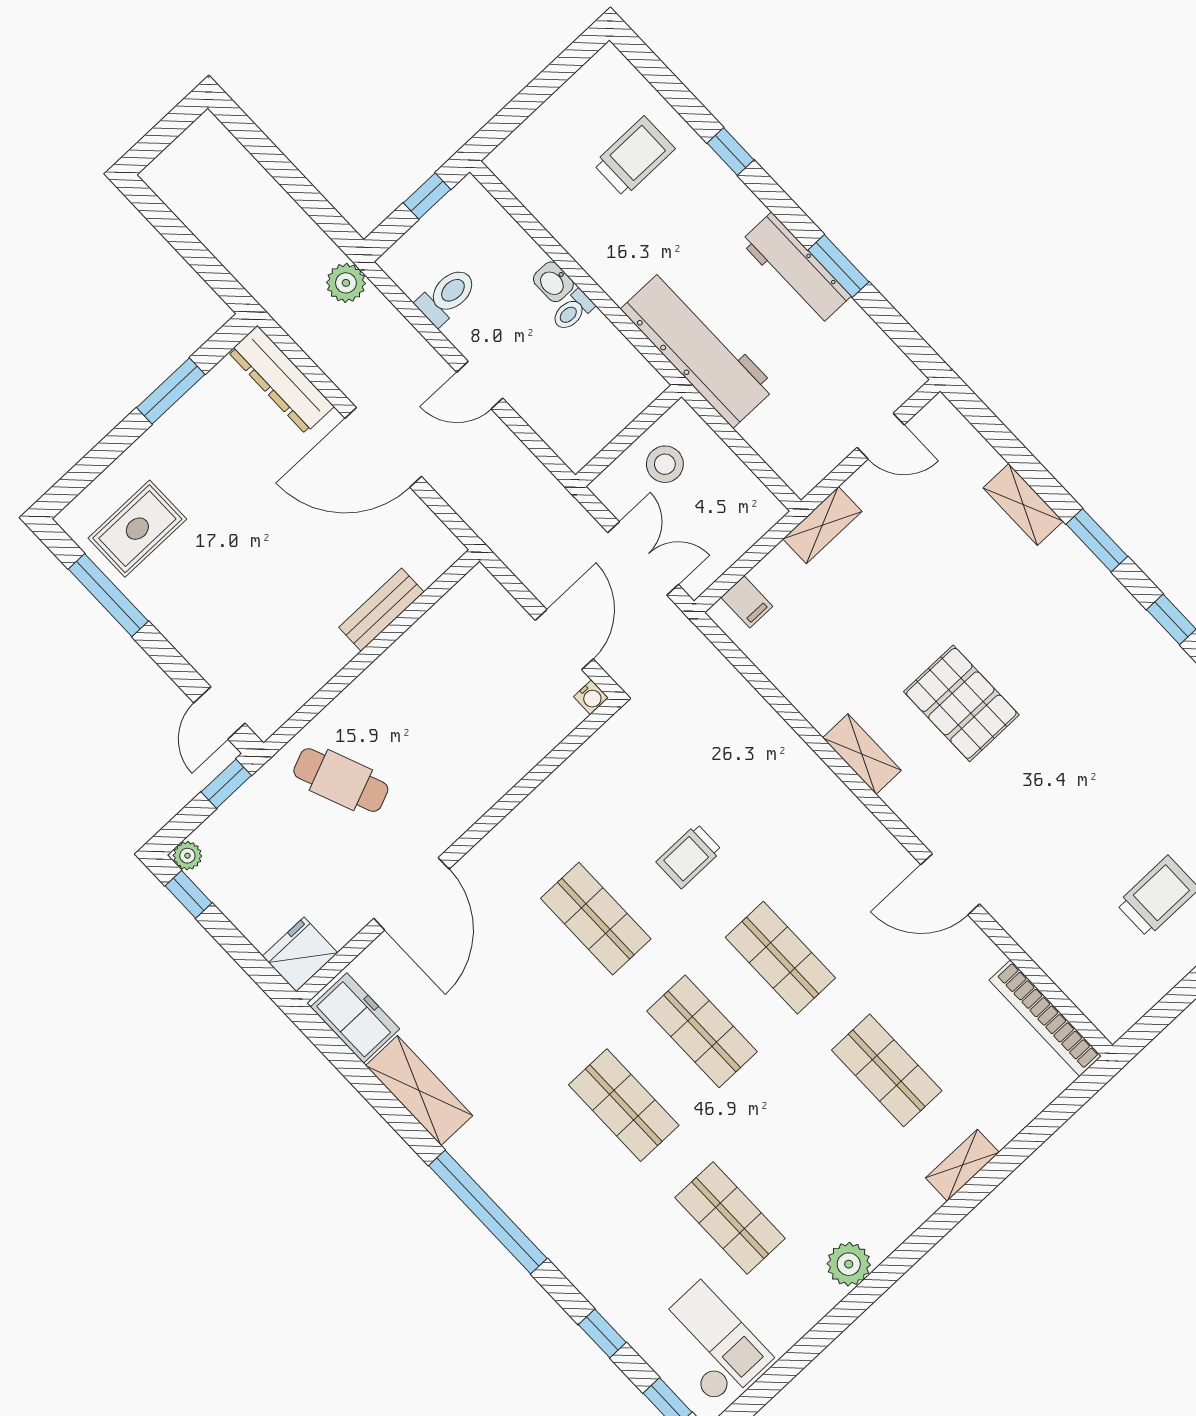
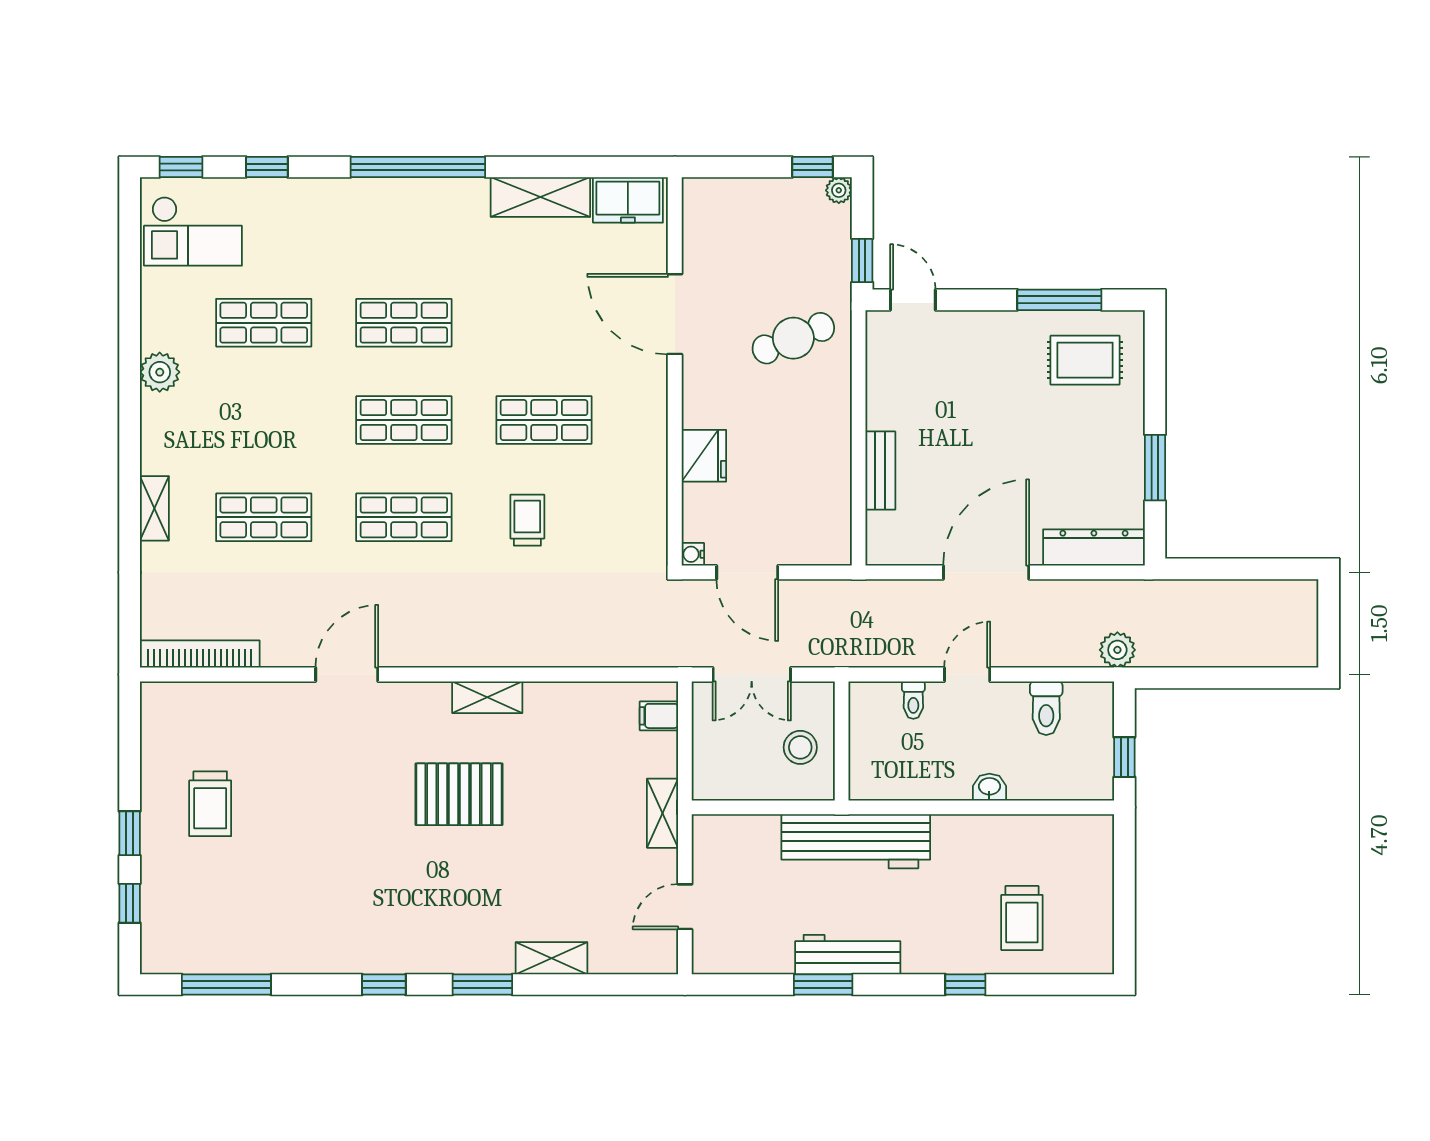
toilet: (573, 311) -> (913, 700), moved, turned 180
rug: (137, 529) -> (1085, 360), turned 90
fridge: (300, 954) -> (704, 456), moved

